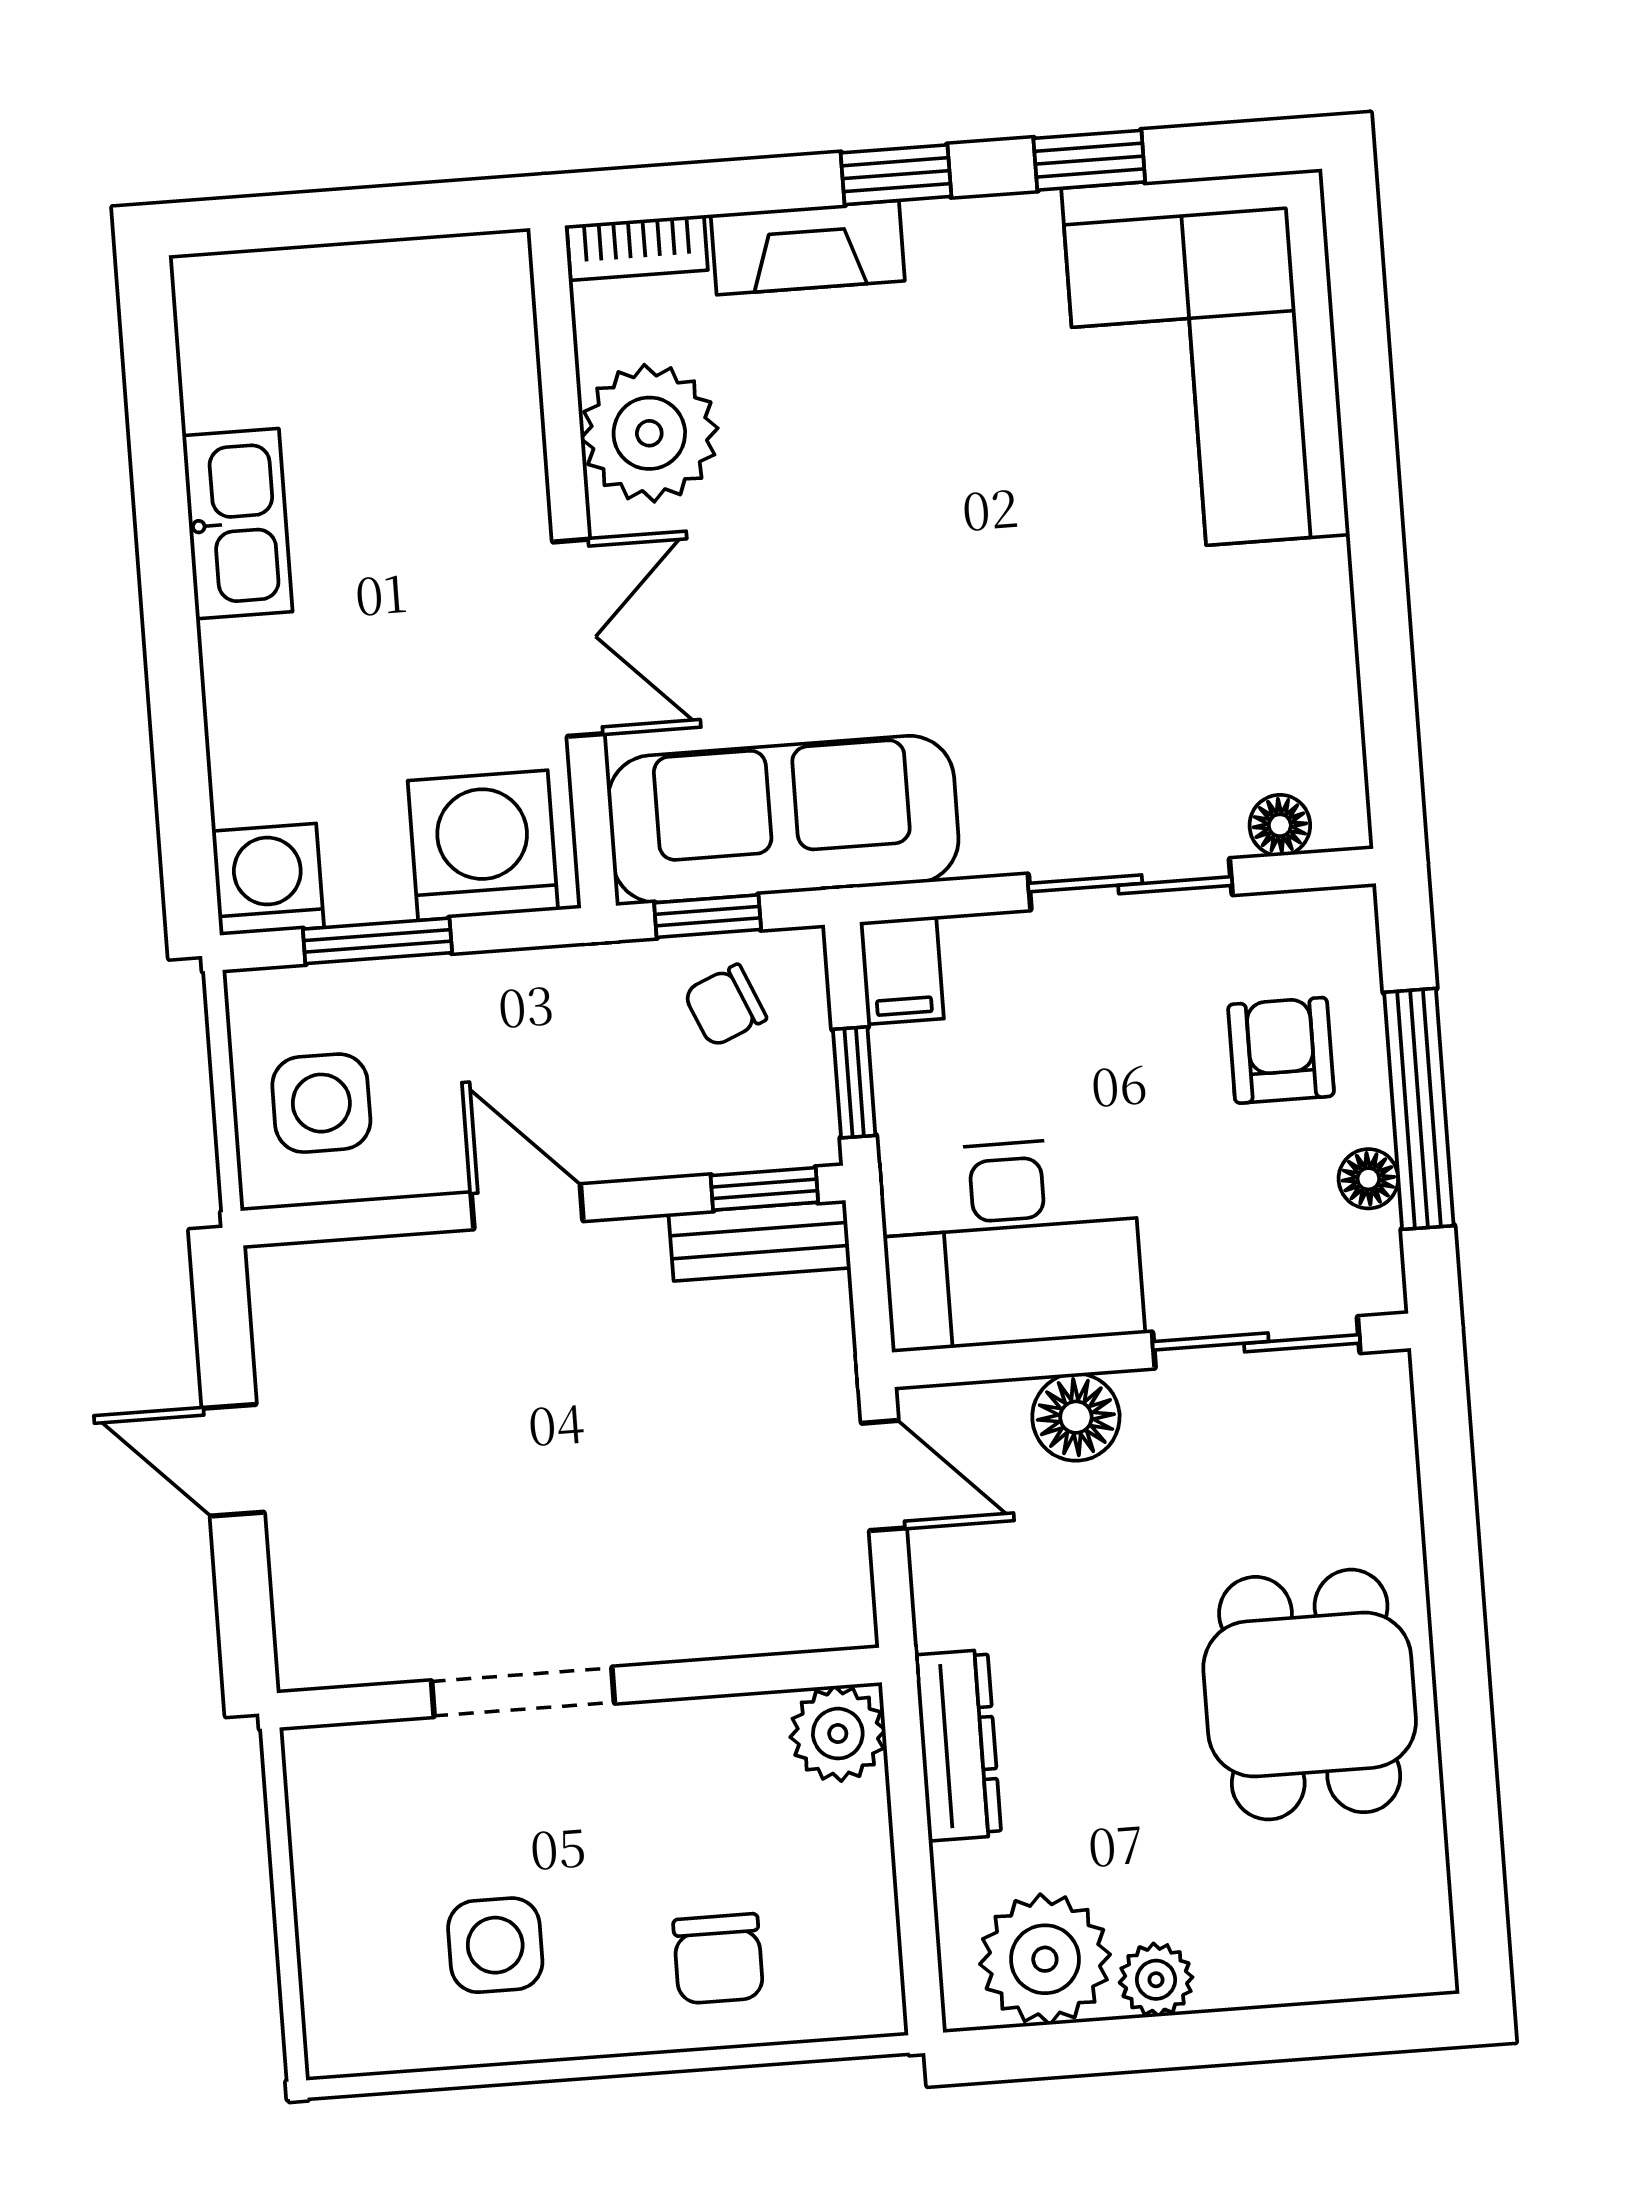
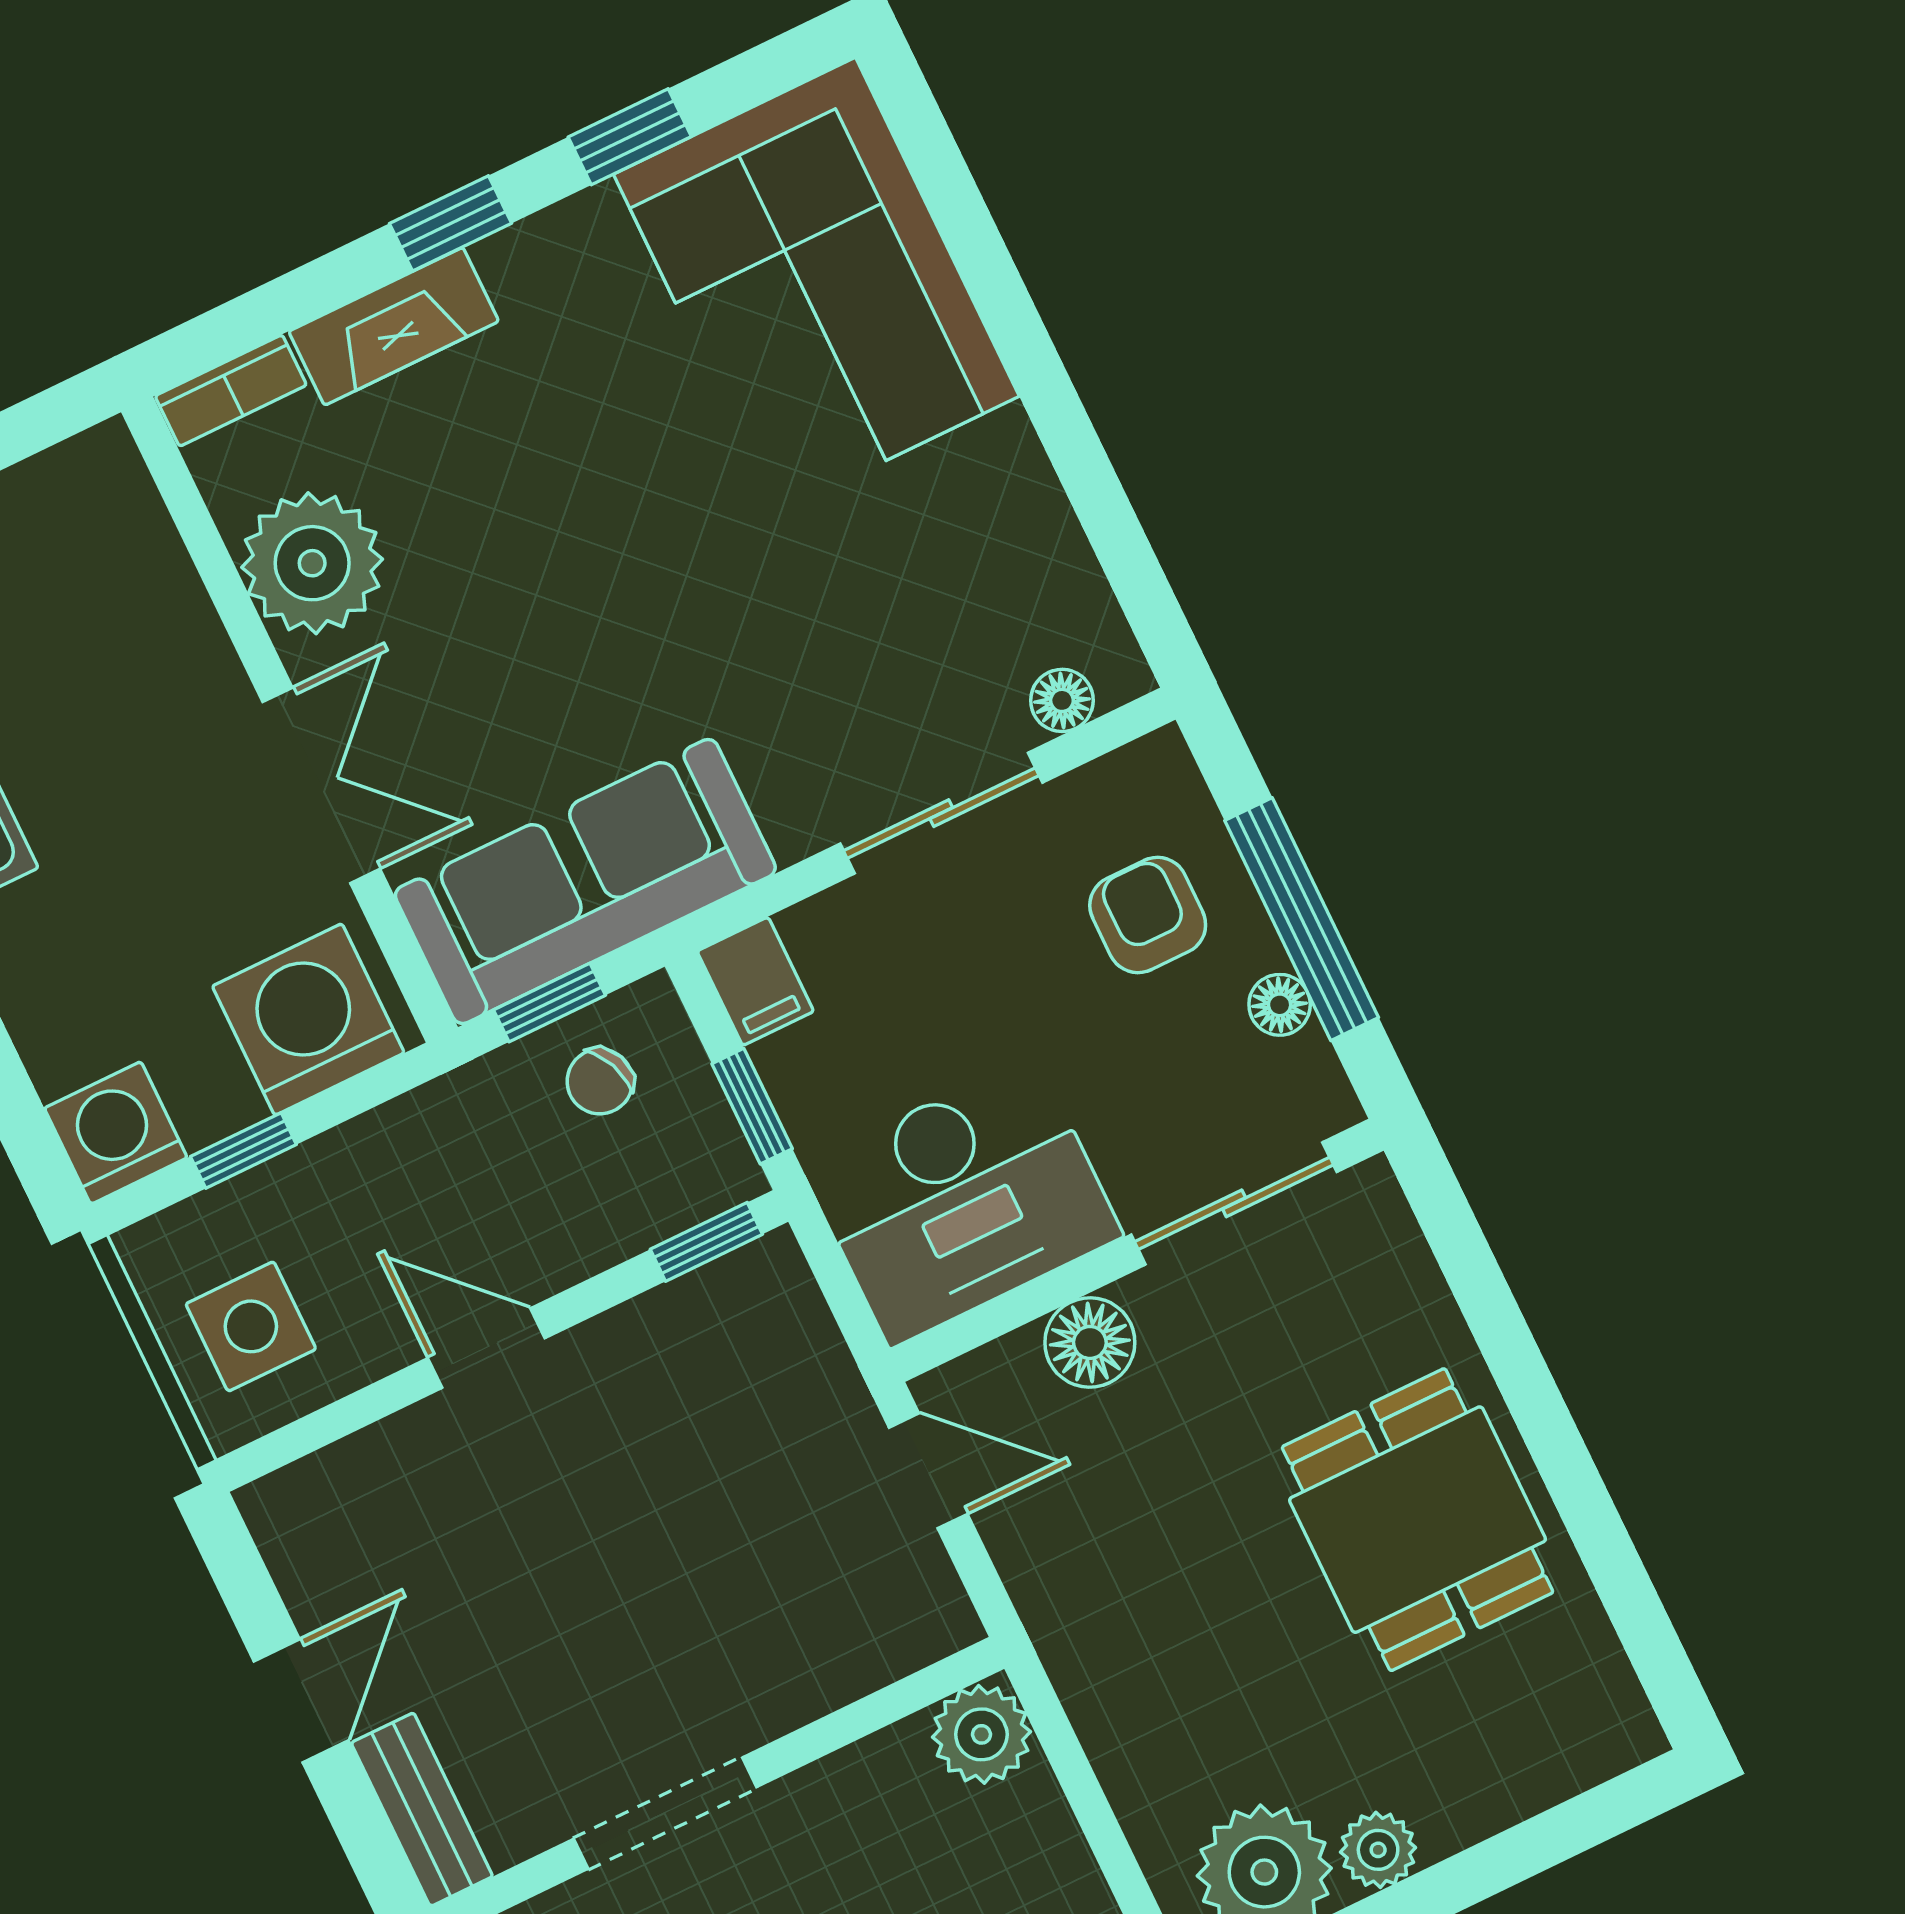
window: (377, 941) -> (243, 1150), width x0.67
bench: (760, 1241) -> (422, 1810), moved, turned 90
door: (233, 1460) -> (301, 1701), swing flipped
dresser: (958, 1745) -> (1101, 1700), removed

